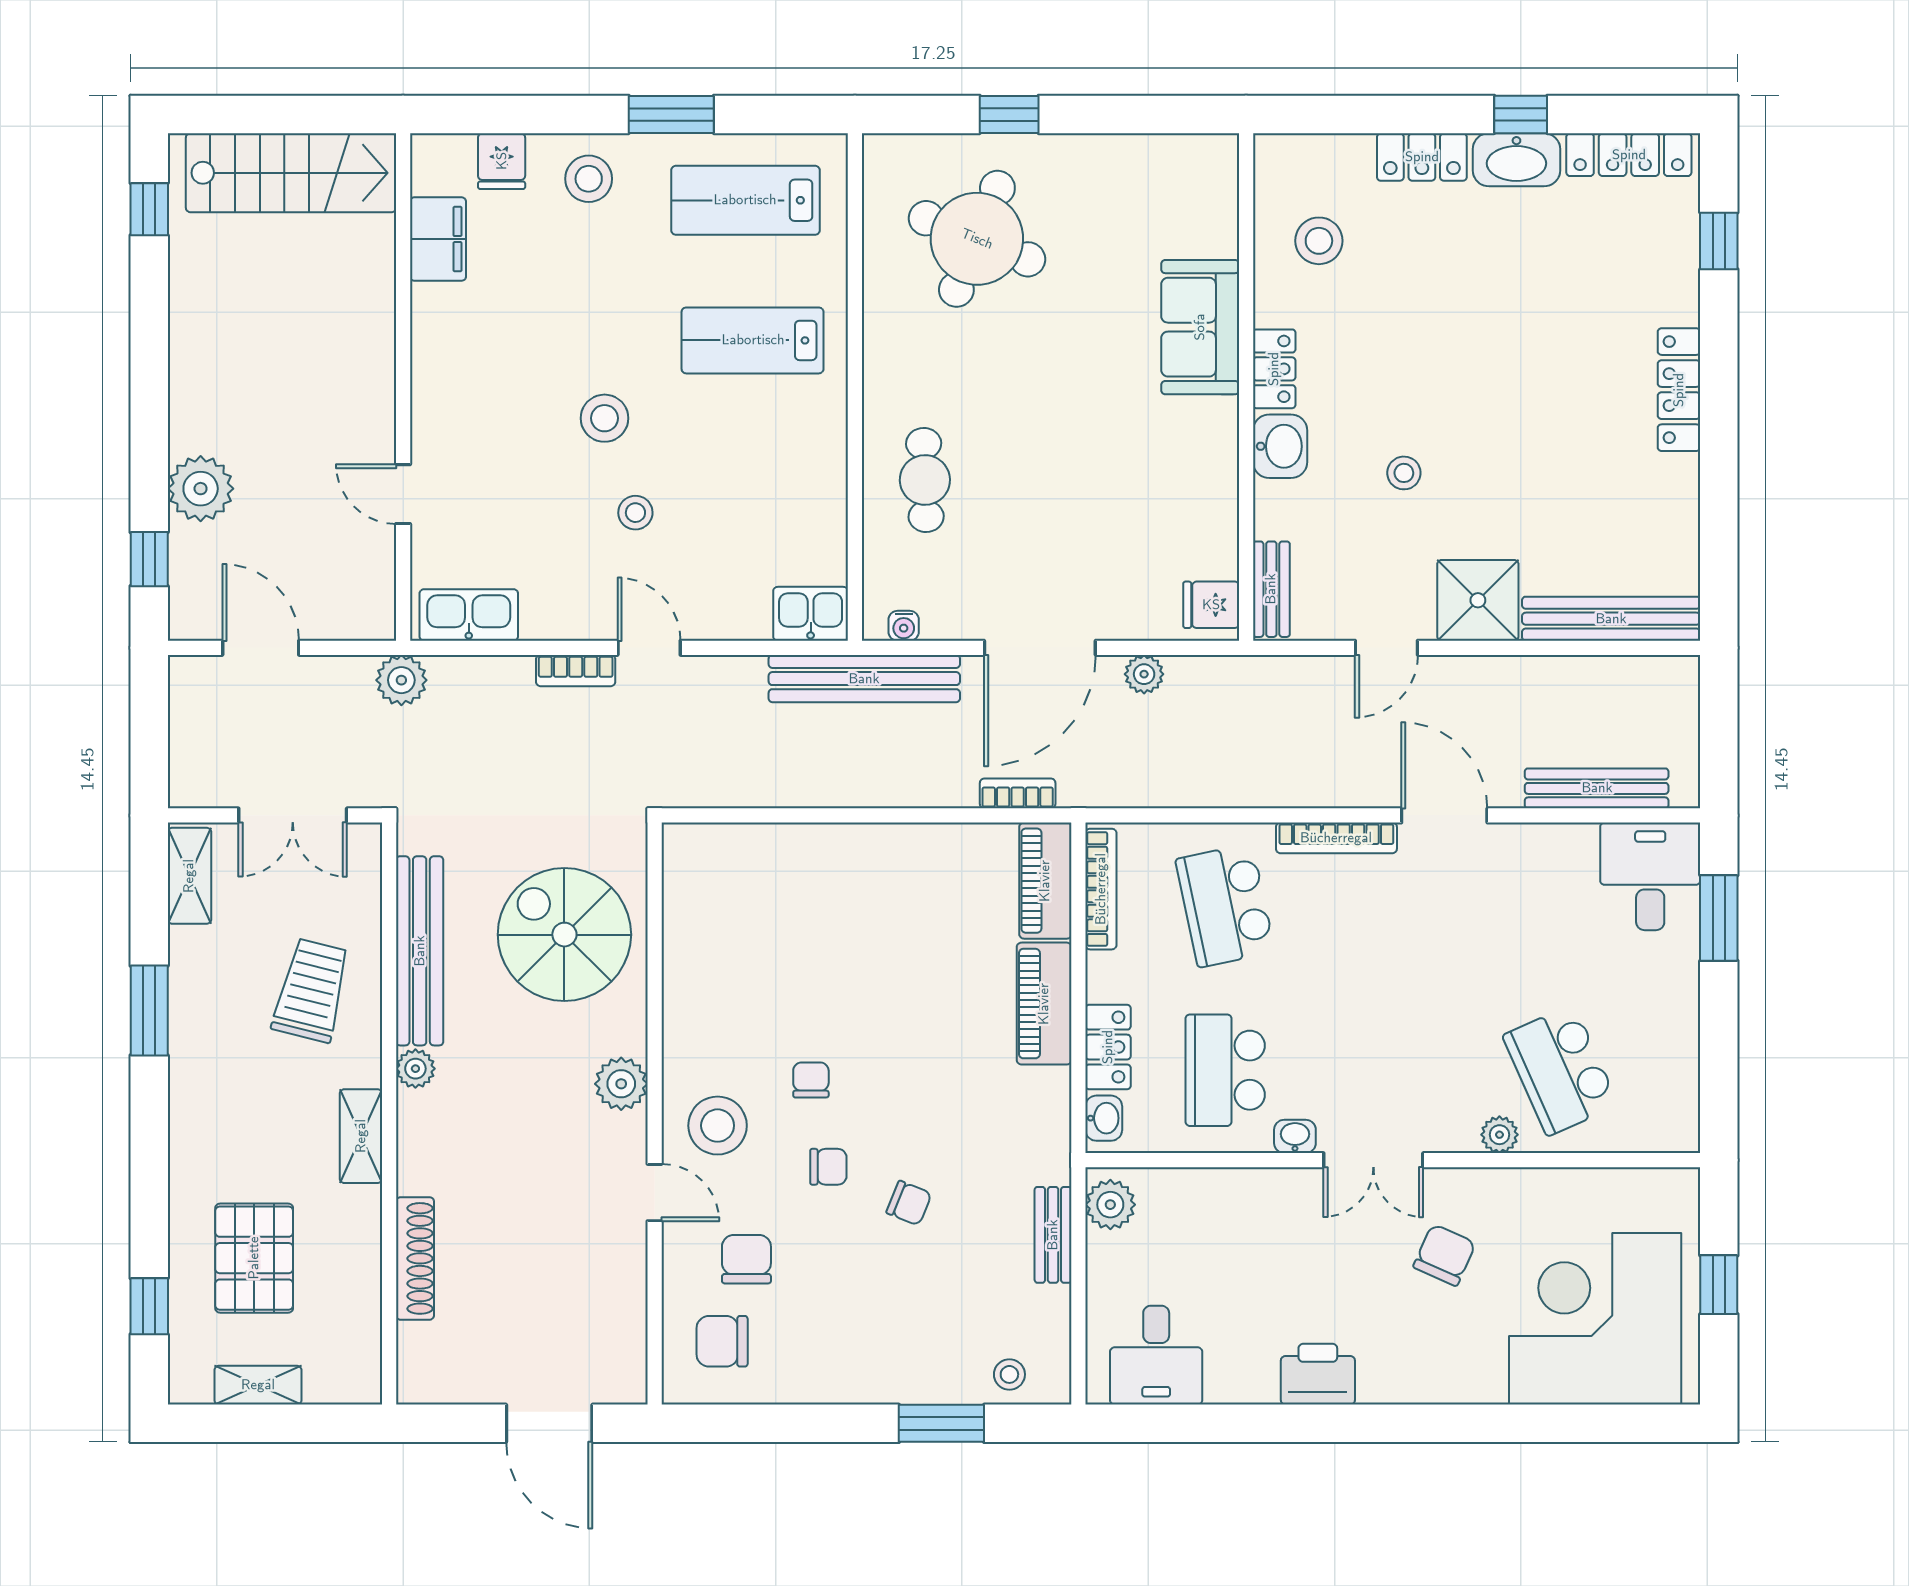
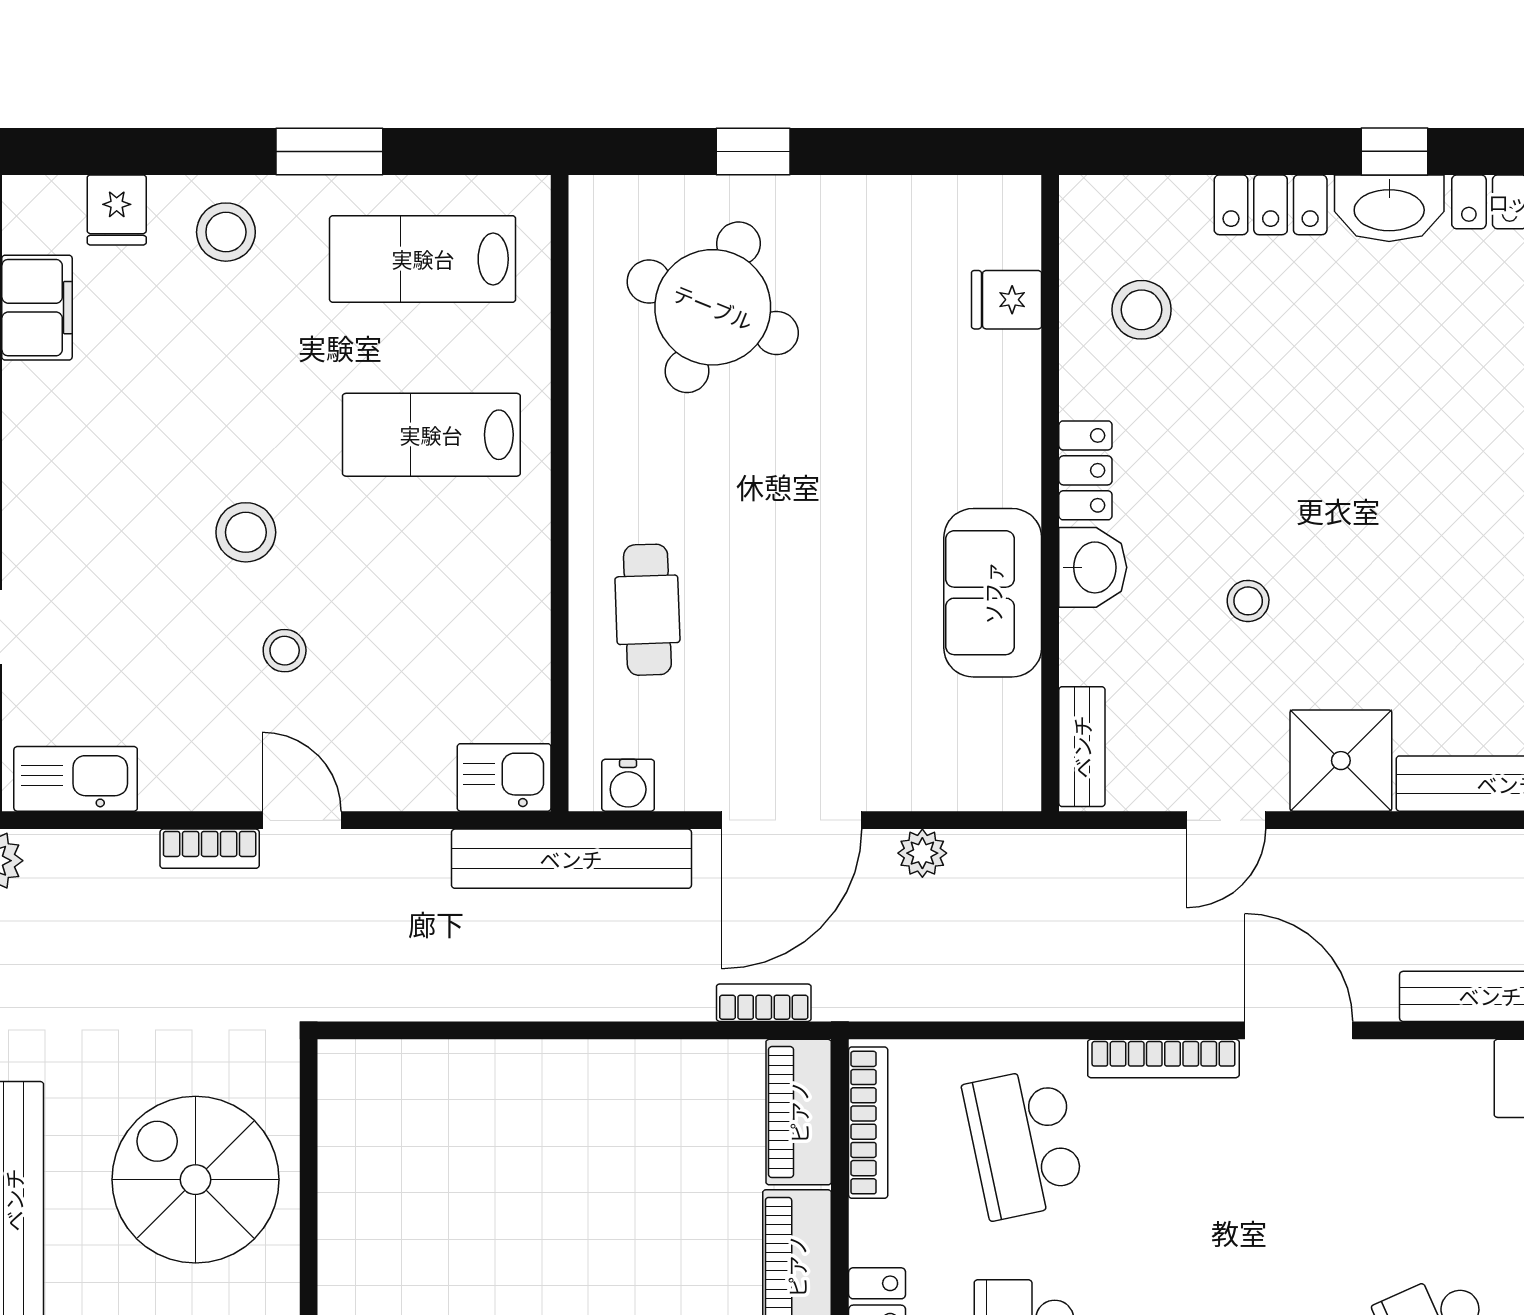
sofa: (1200, 327) -> (993, 593), moved
fridge: (1211, 605) -> (1006, 300), moved
water cooler: (904, 626) -> (628, 785), width x1.38, depth x1.38

